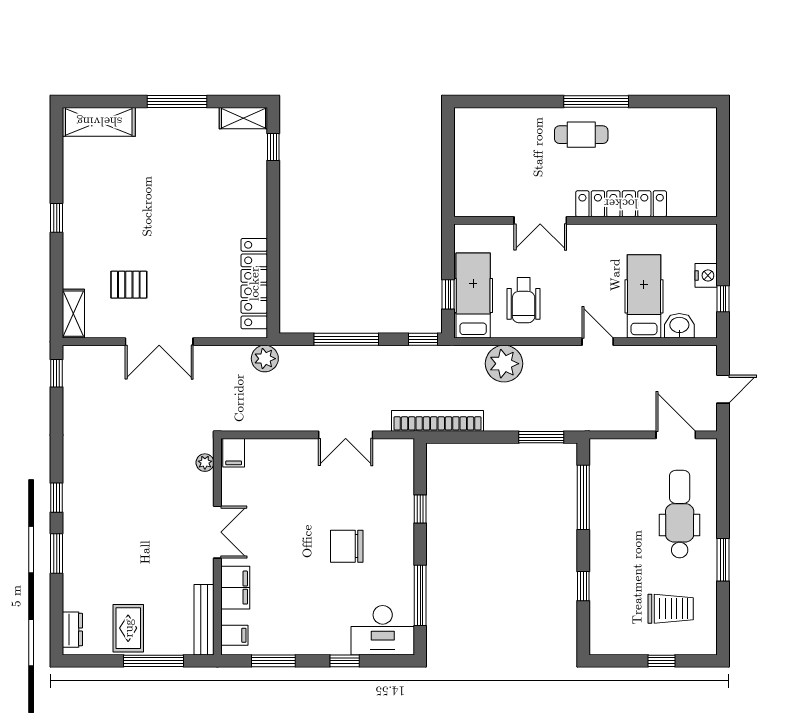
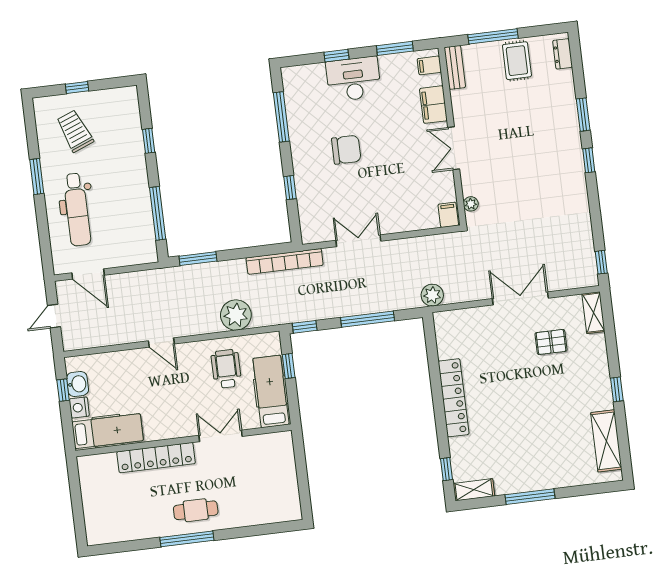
shelving: (99, 122) -> (606, 441), moved, turned 90
locker: (254, 284) -> (454, 398), moved
hospital bed: (473, 295) -> (271, 391), moved, turned 180
hospital bed: (644, 296) -> (108, 431), moved, turned -90
washbasin: (679, 326) -> (77, 384), moved, turned -90
trolley: (671, 609) -> (75, 131), turned 68
bench: (204, 620) -> (455, 67), width x0.73
desk: (383, 630) -> (353, 79), moved

